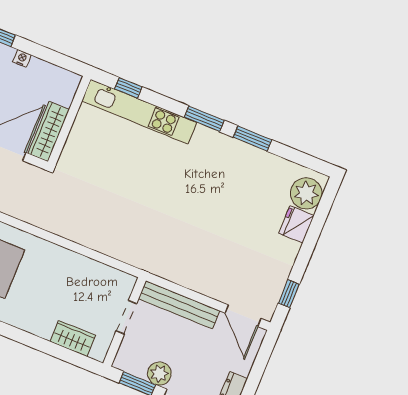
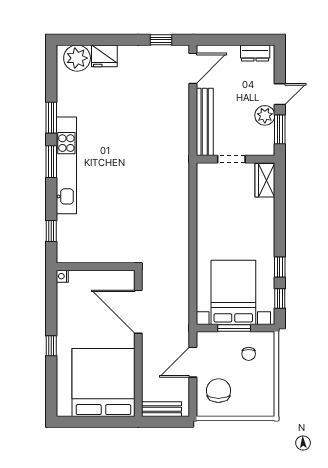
nightstand: (22, 58) -> (62, 276), moved
kitchen unit: (139, 112) -> (66, 165), moved
wardrobe: (49, 132) -> (111, 279), removed
wardrobe: (73, 338) -> (265, 180), moved

